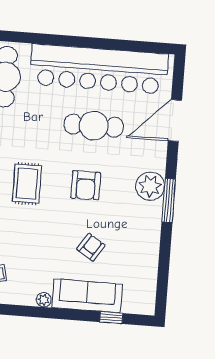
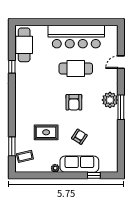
bar counter: (99, 69) -> (76, 37), width x0.73
door: (175, 120) -> (121, 62), width x0.53
rug: (27, 184) -> (46, 132), moved, turned 90

